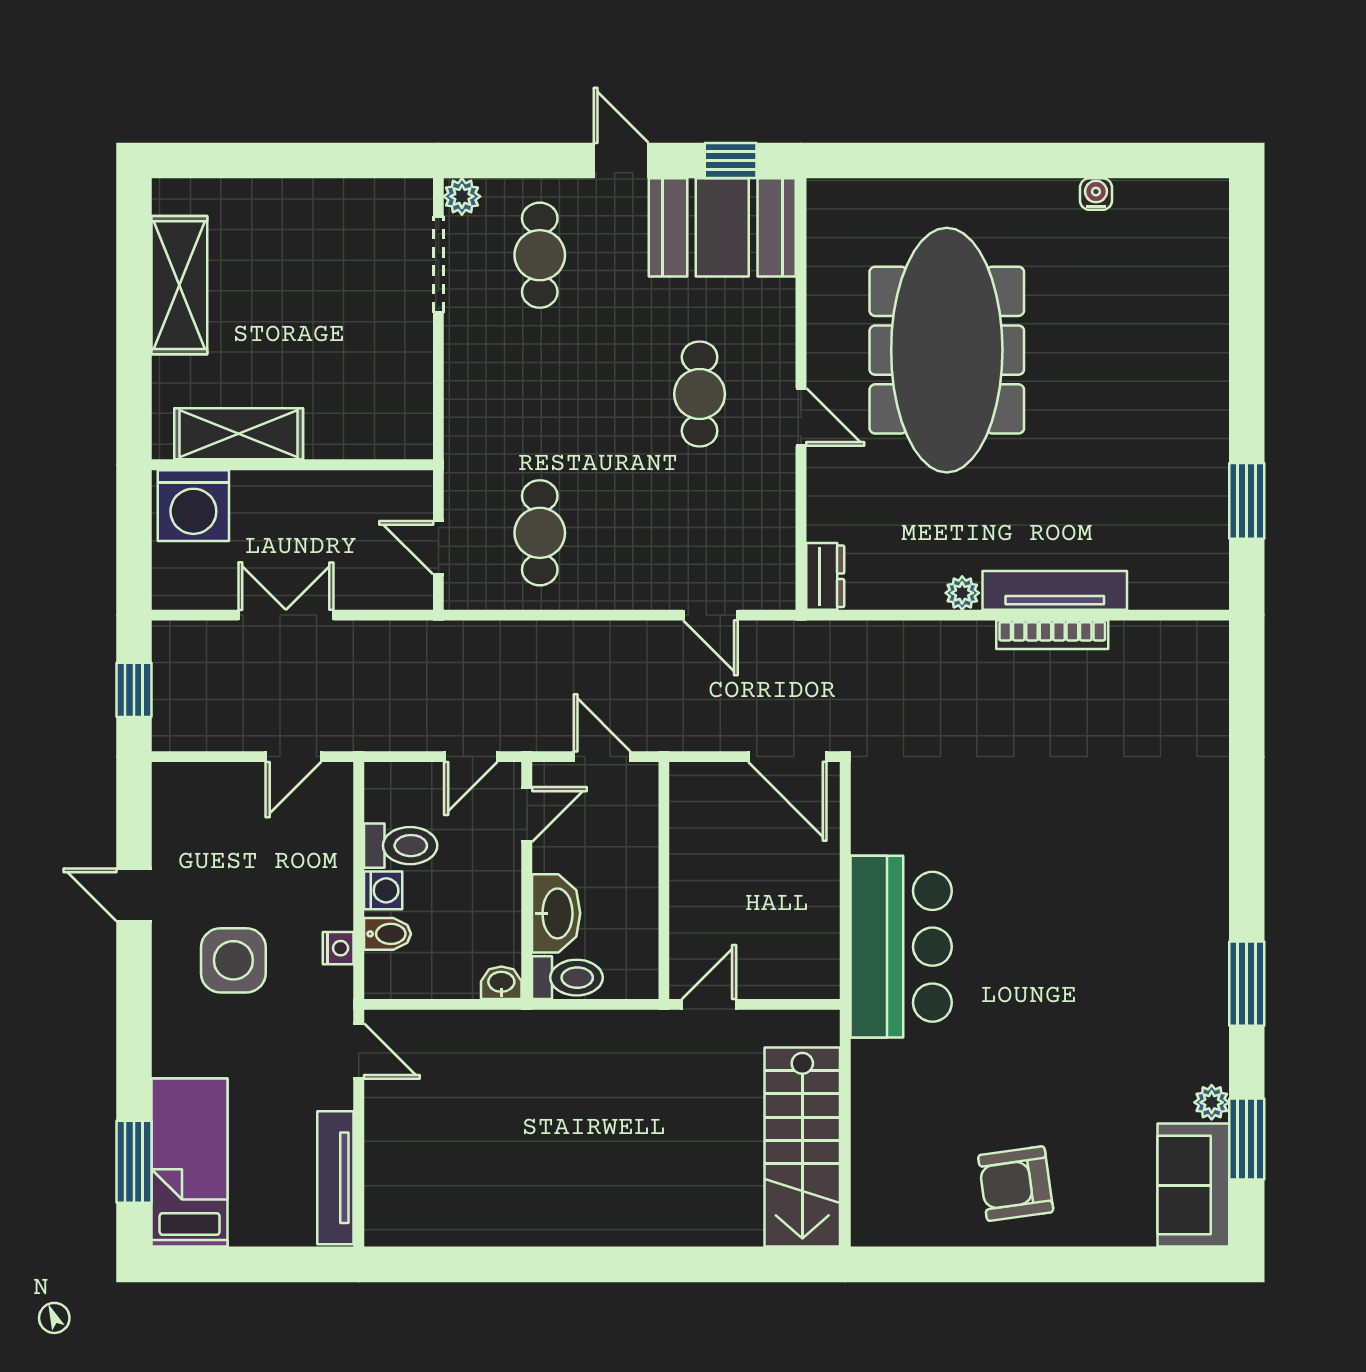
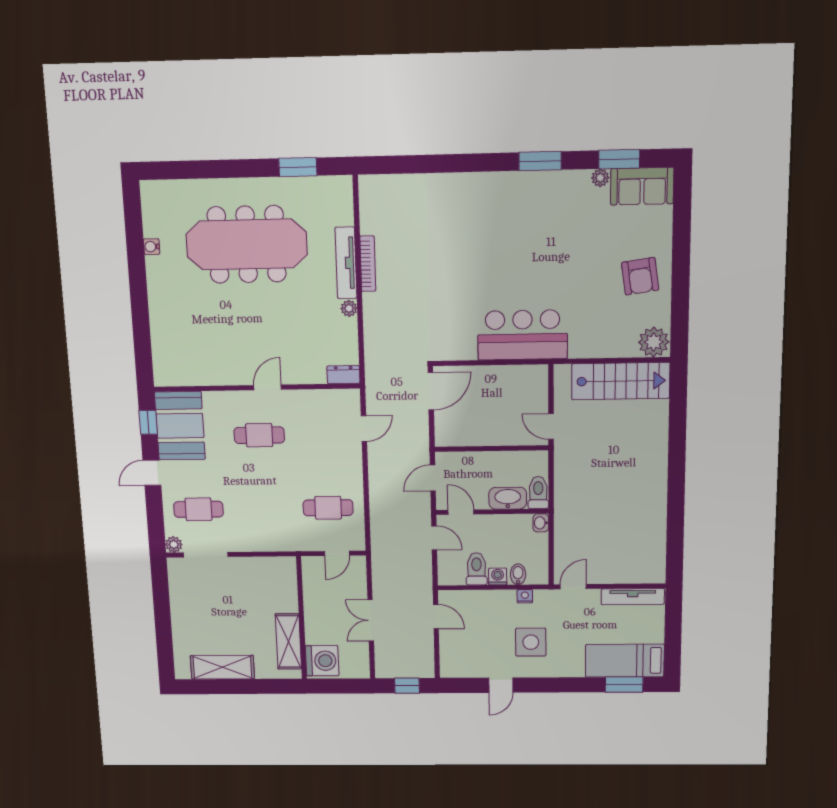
meeting table: (947, 350) -> (247, 244), moved
plant: (882, 1213) -> (654, 342), added

